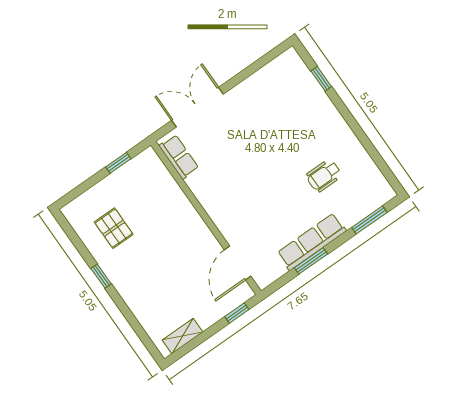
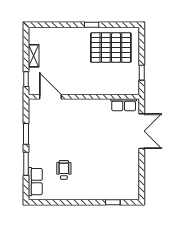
window: (369, 220) -> (26, 164), moved
pallet: (114, 228) -> (111, 48), width x2.05, depth x2.00
row of seats: (312, 242) -> (35, 182), moved, width x0.68
shelving: (182, 336) -> (34, 56), moved

